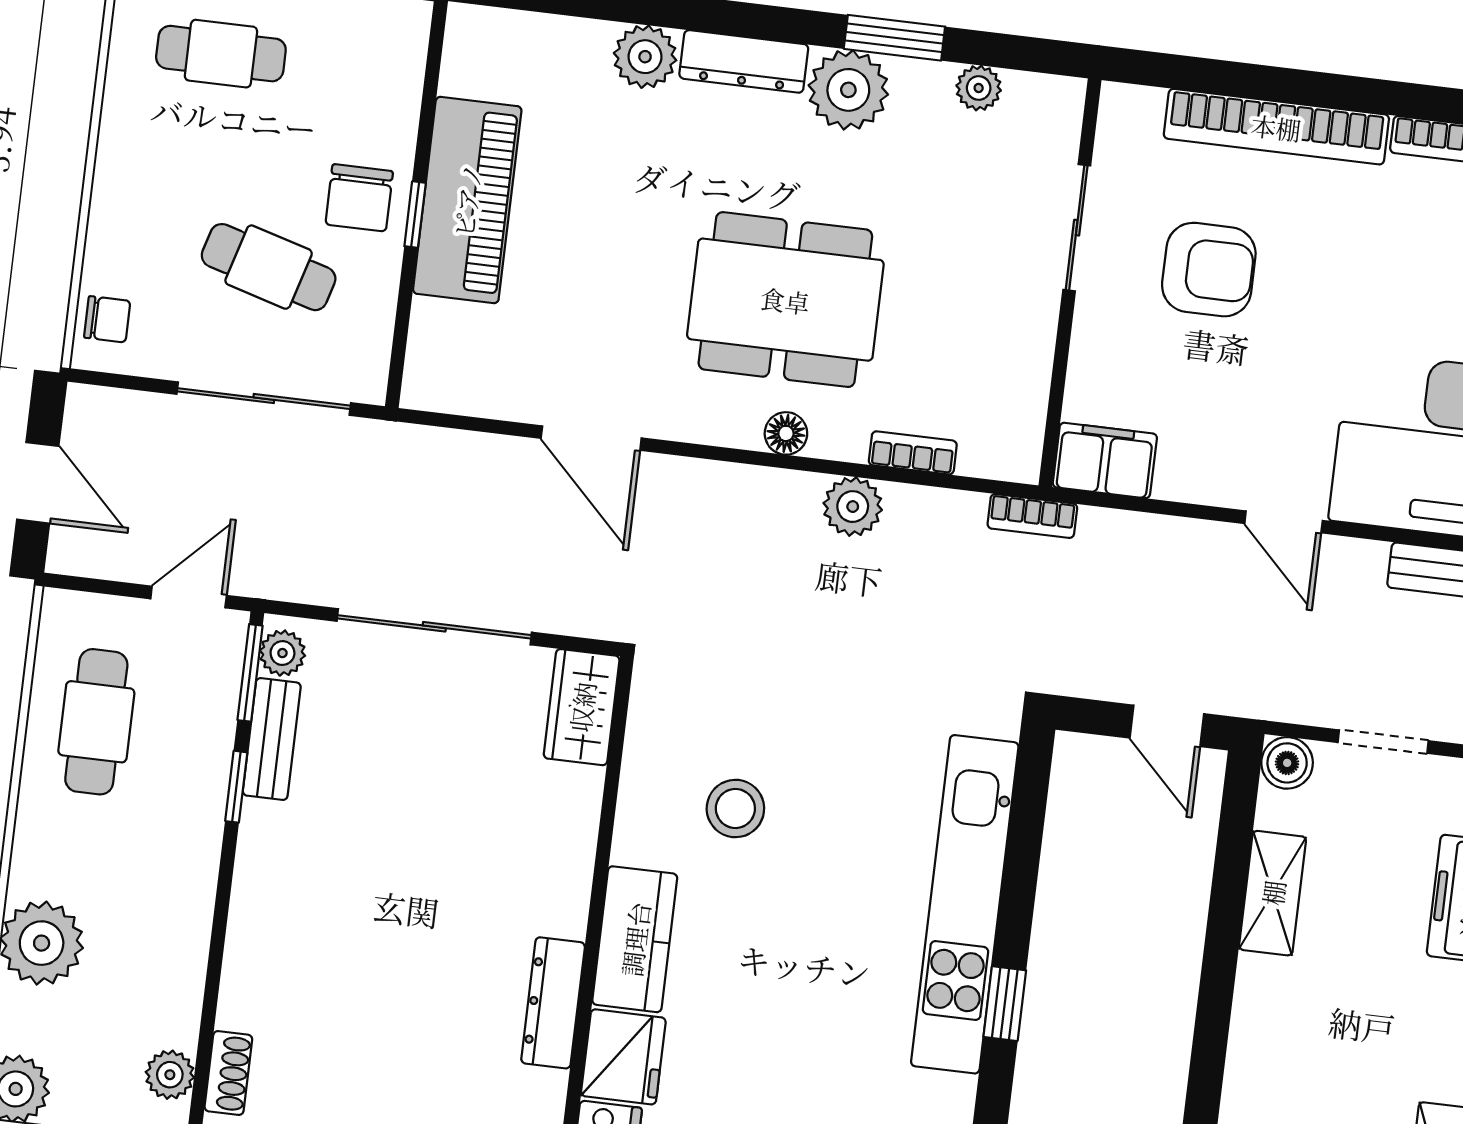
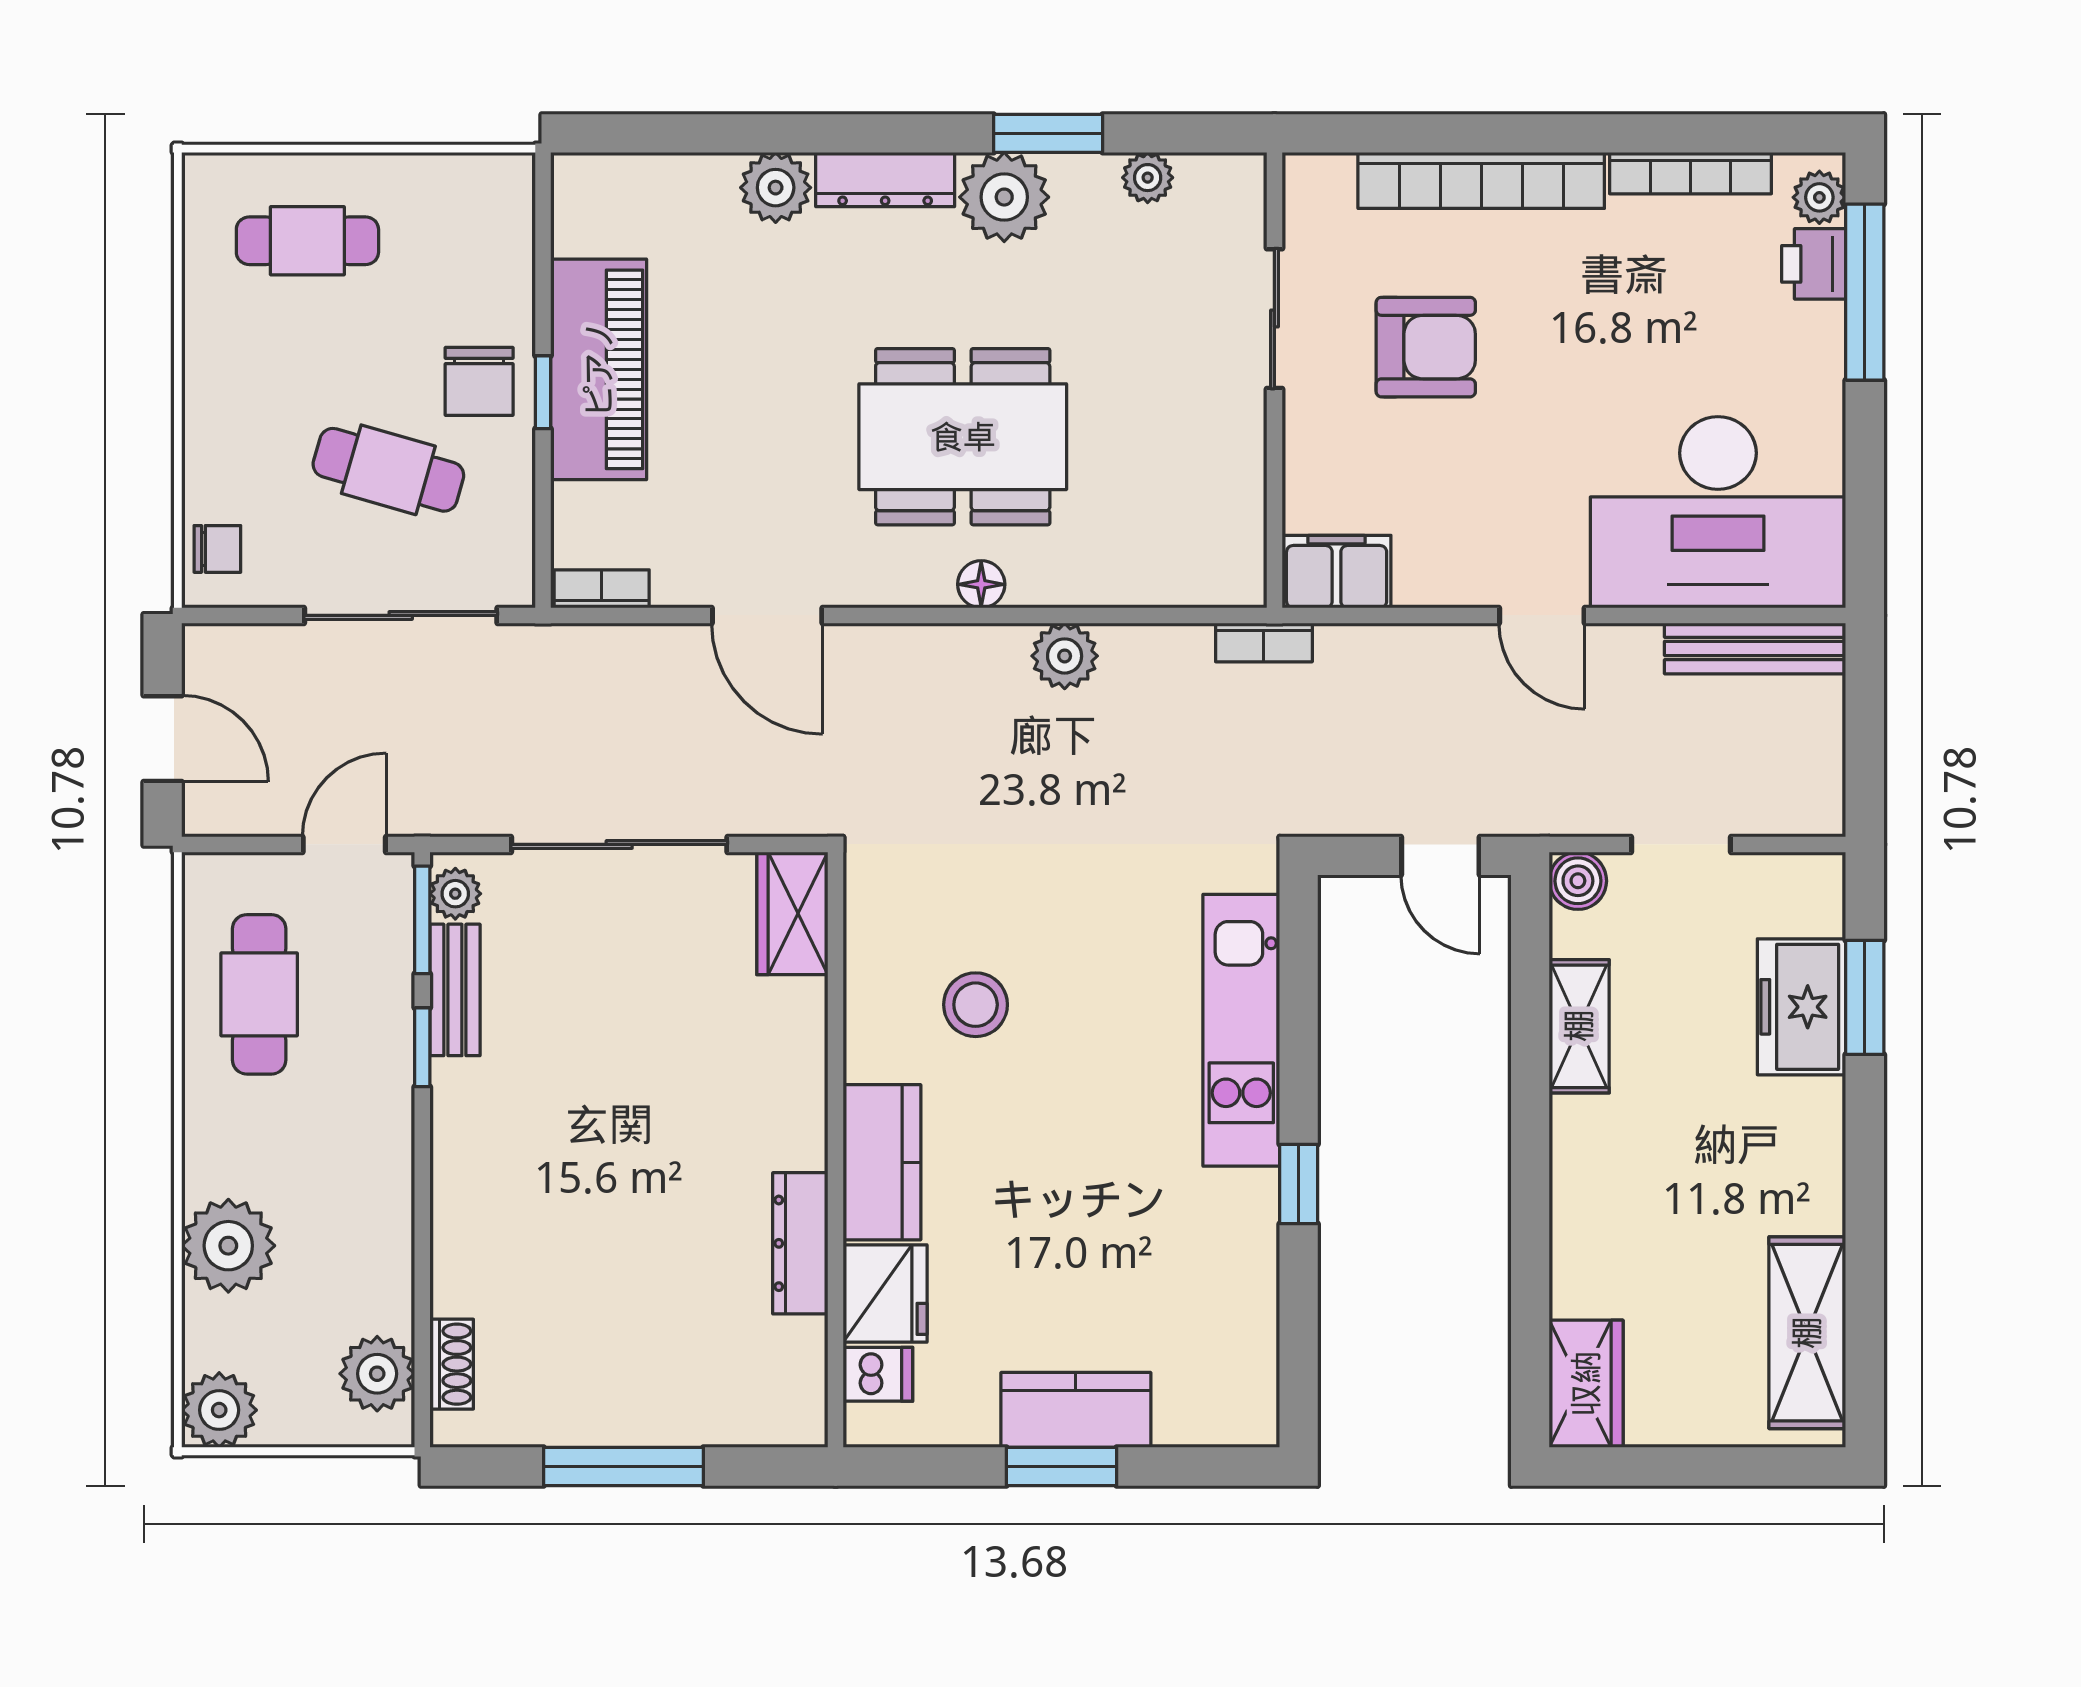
bookcase: (913, 453) -> (602, 589), moved
kitchen unit: (965, 904) -> (1241, 1030), width x0.73
plant: (170, 1075) -> (377, 1374), width x1.38, depth x1.38

